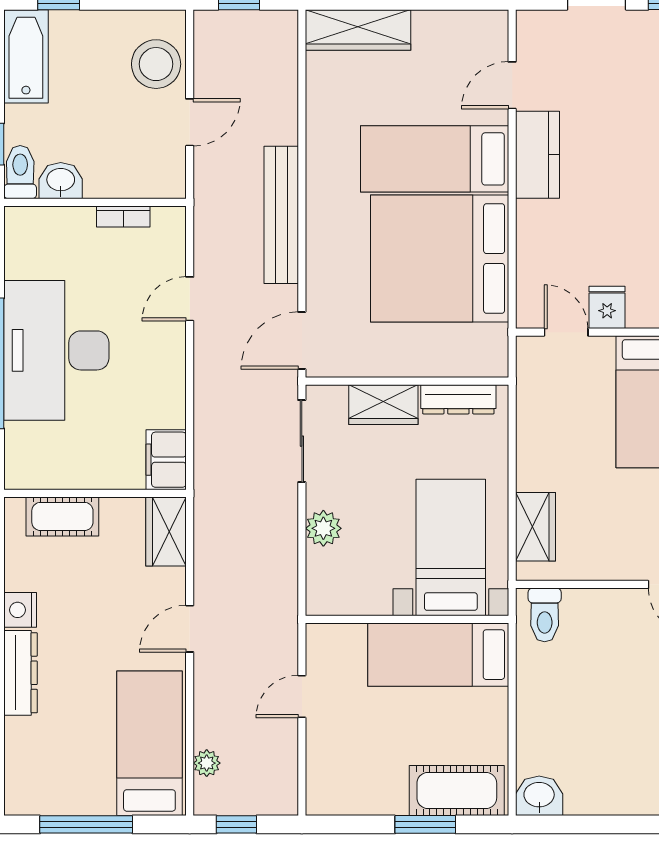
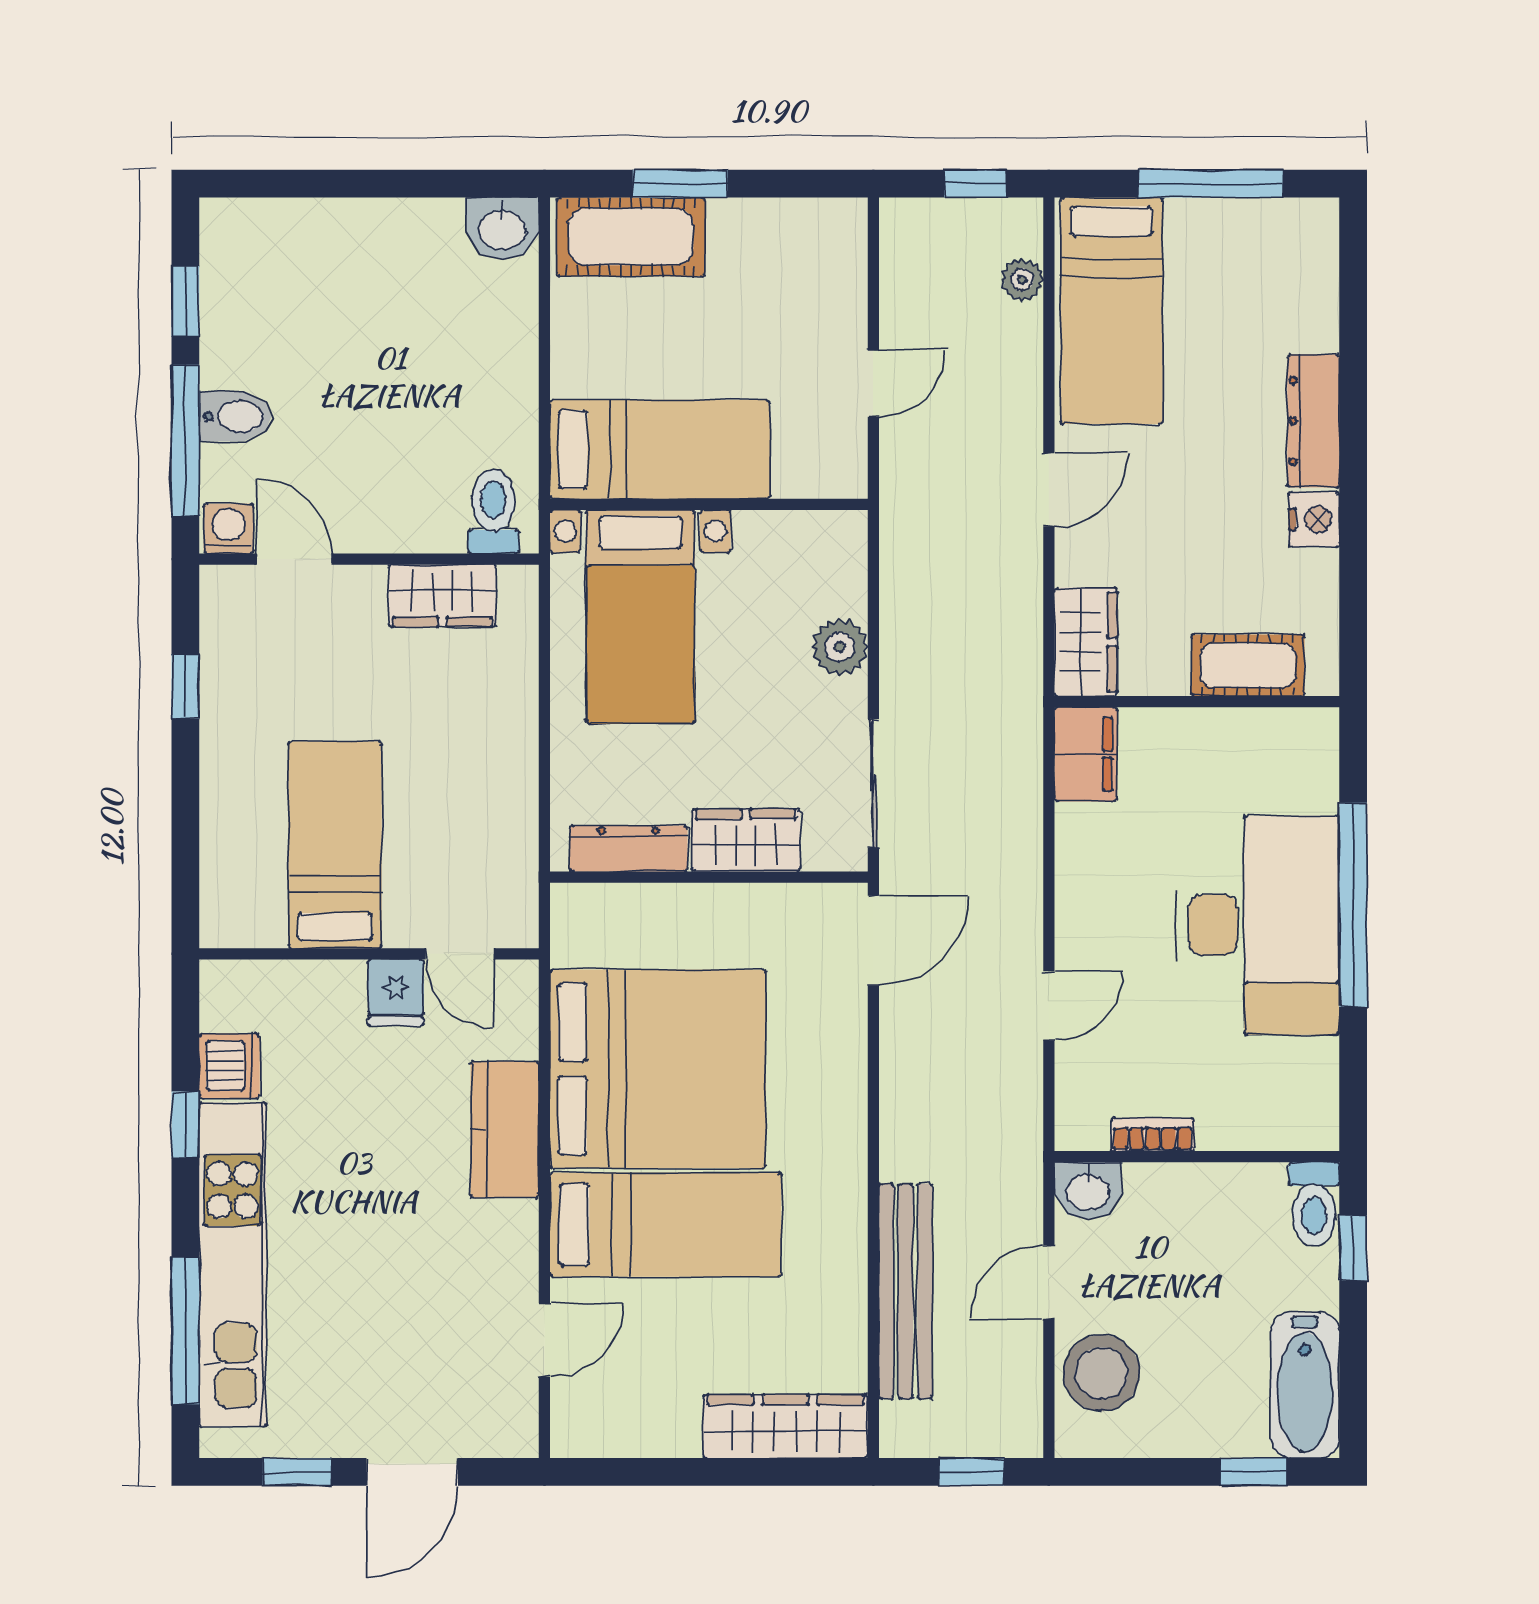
kitchen counter: (537, 155) -> (505, 1129), moved
washbasin: (61, 181) -> (1088, 1191), moved
bench: (281, 215) -> (906, 1291), moved
wardrobe: (536, 527) -> (443, 596), moved, turned -90

